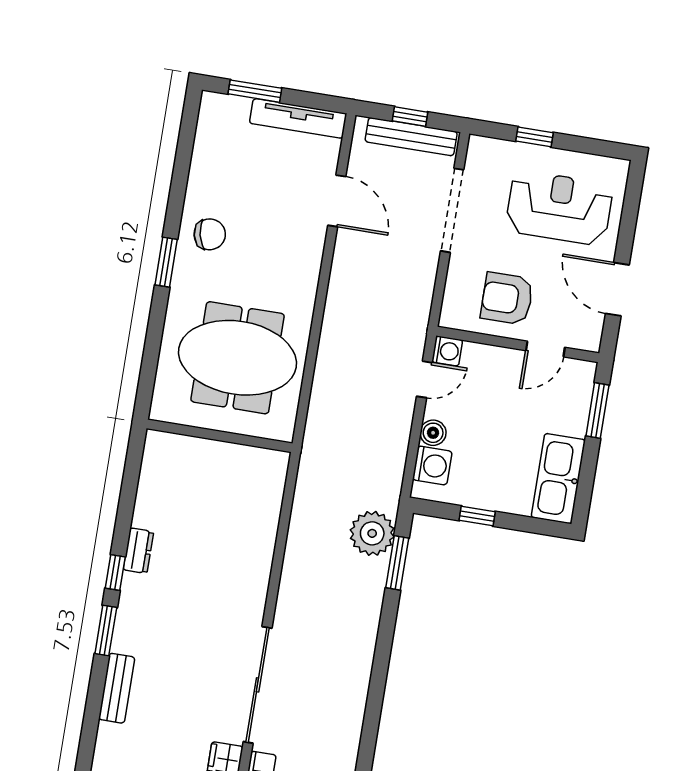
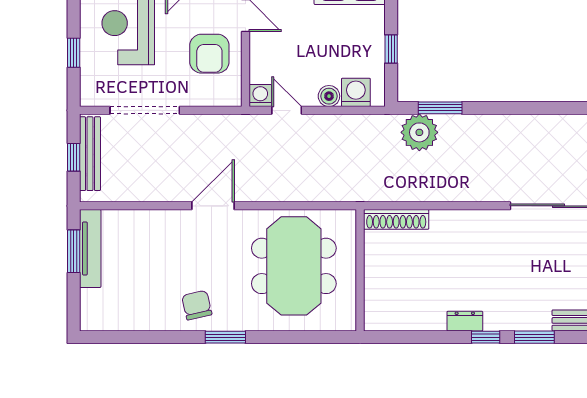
window: (255, 91) -> (74, 251), moved
door: (337, 201) -> (213, 206), moved
shoe rack: (273, 489) -> (396, 219), added

